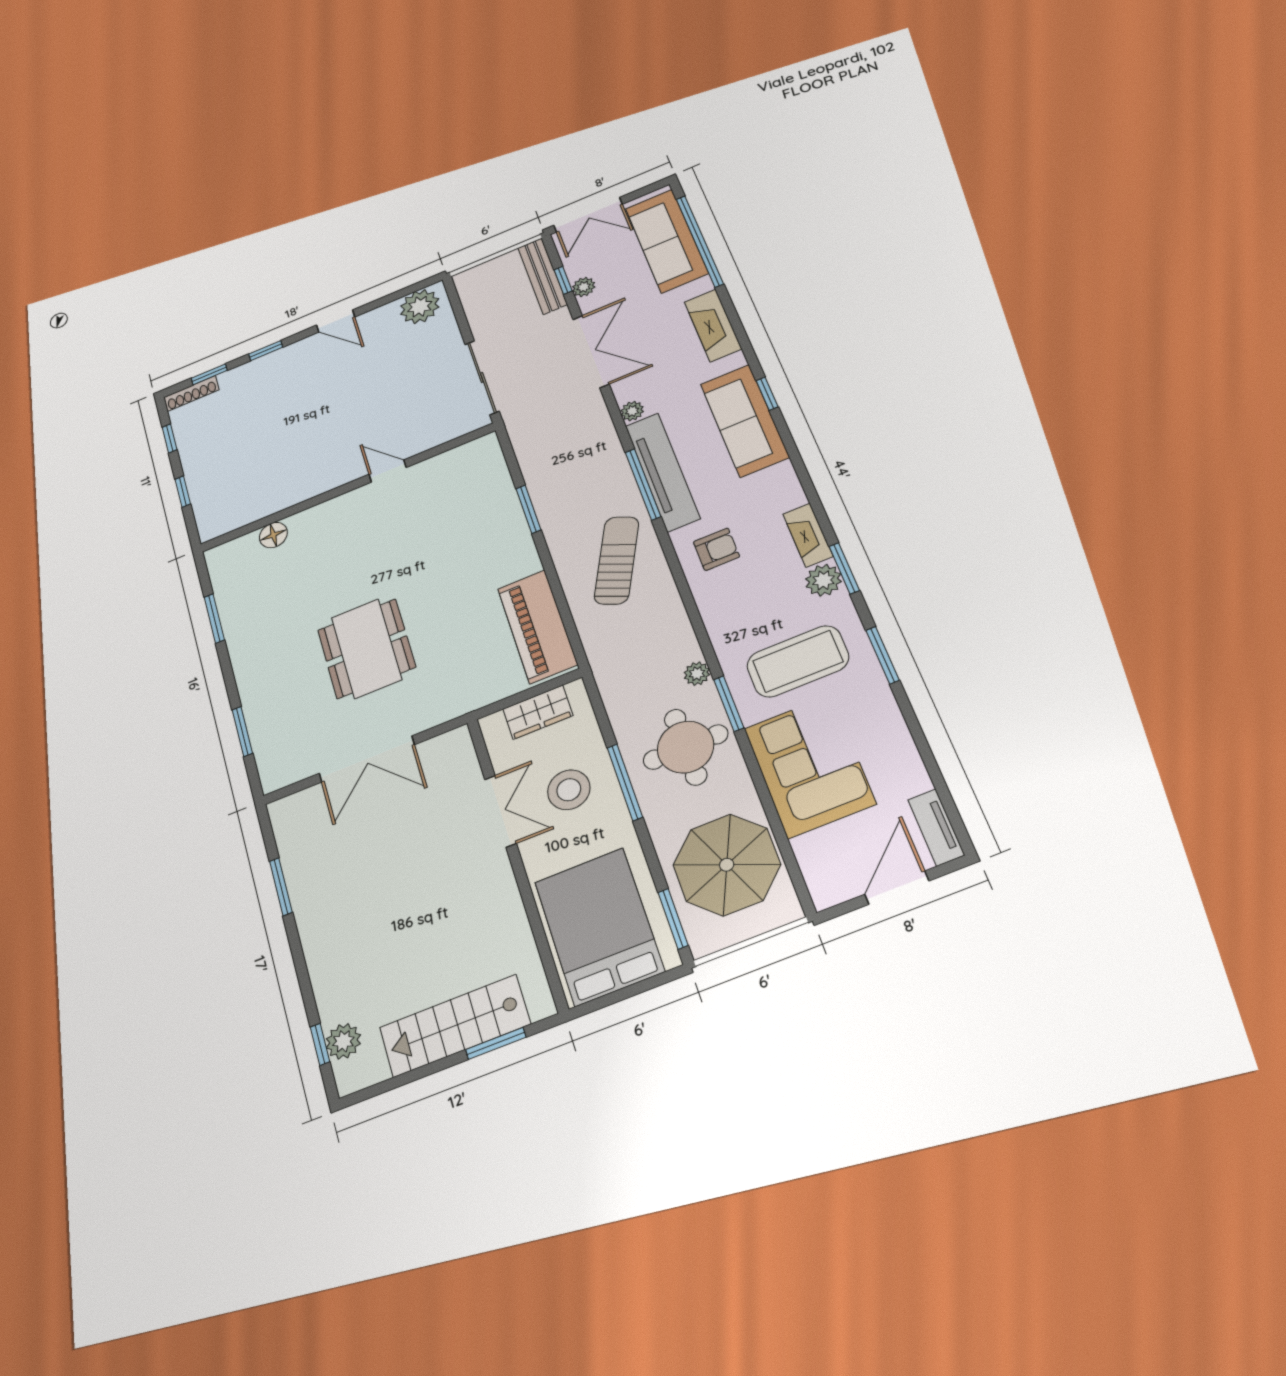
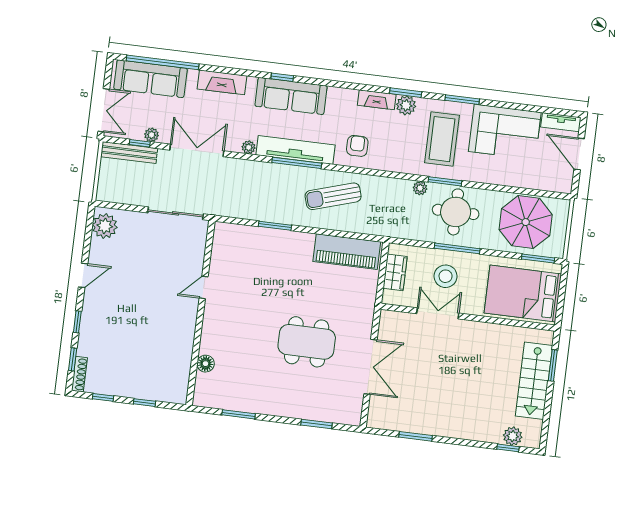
sun lounger: (617, 560) -> (333, 196), turned -42
corner sofa: (809, 766) -> (505, 132), moved, turned 180

